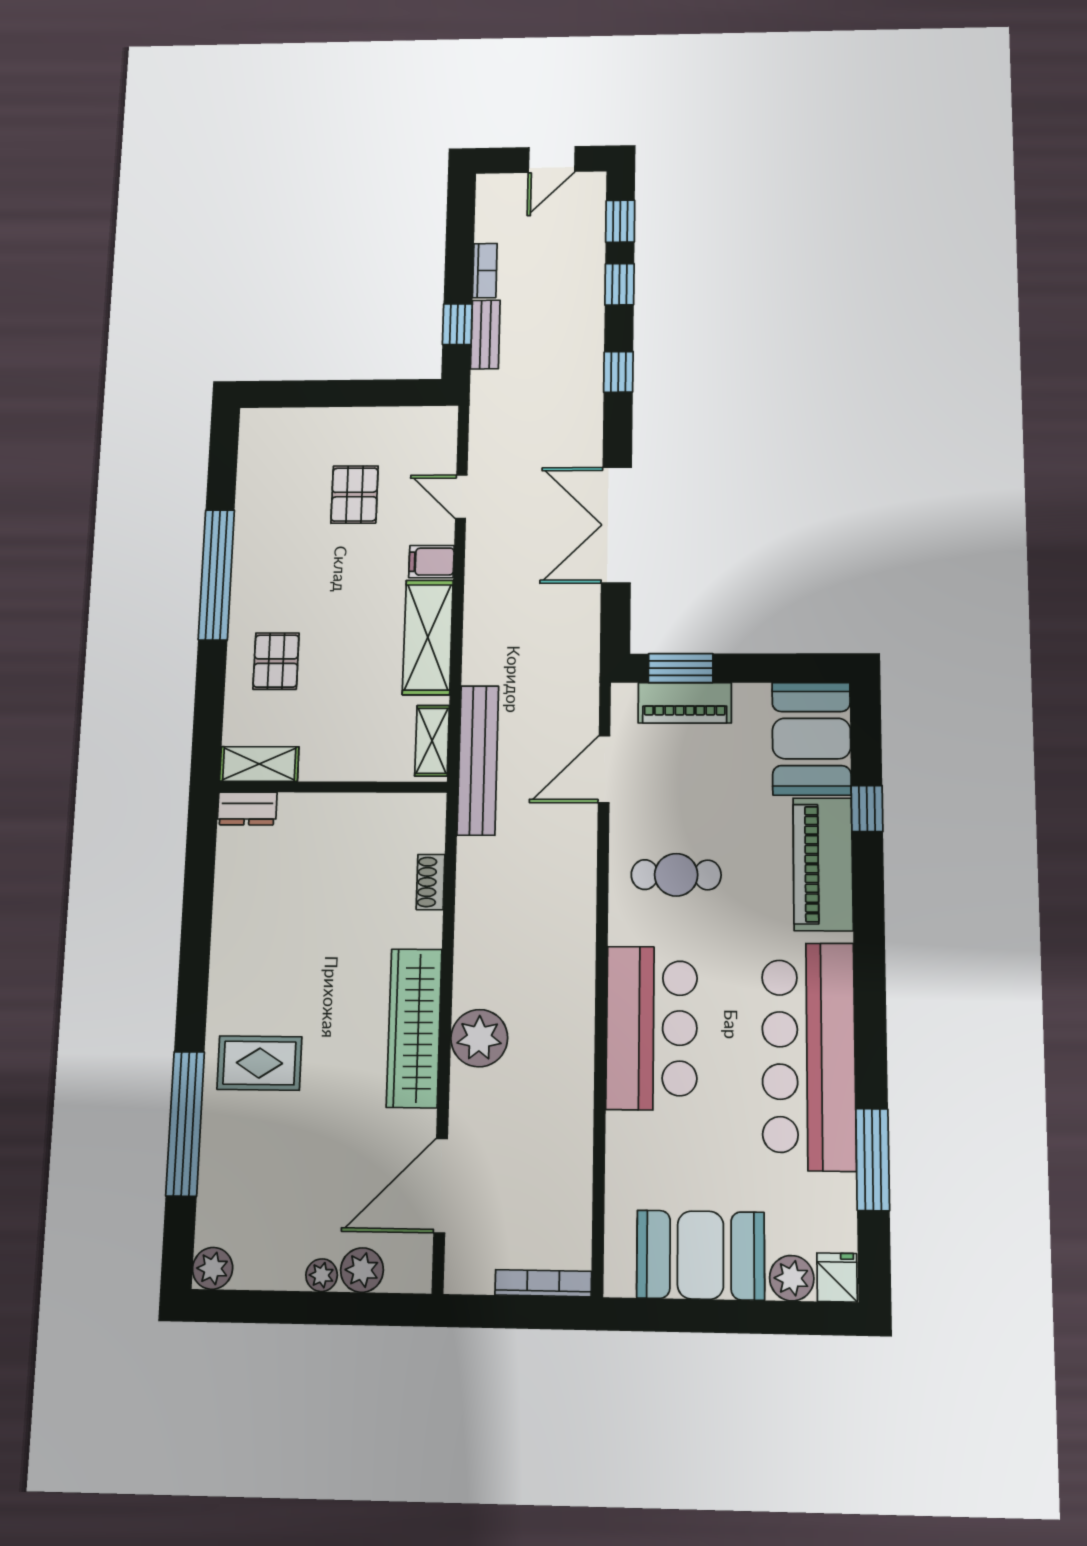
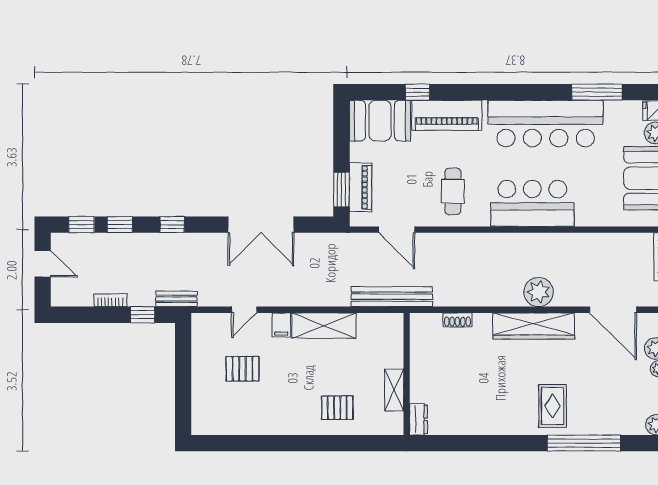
bench: (485, 334) -> (176, 299), moved
window: (216, 575) -> (288, 443), removed
shelving: (432, 741) -> (381, 321), removed
shelving: (259, 764) -> (394, 390), moved

